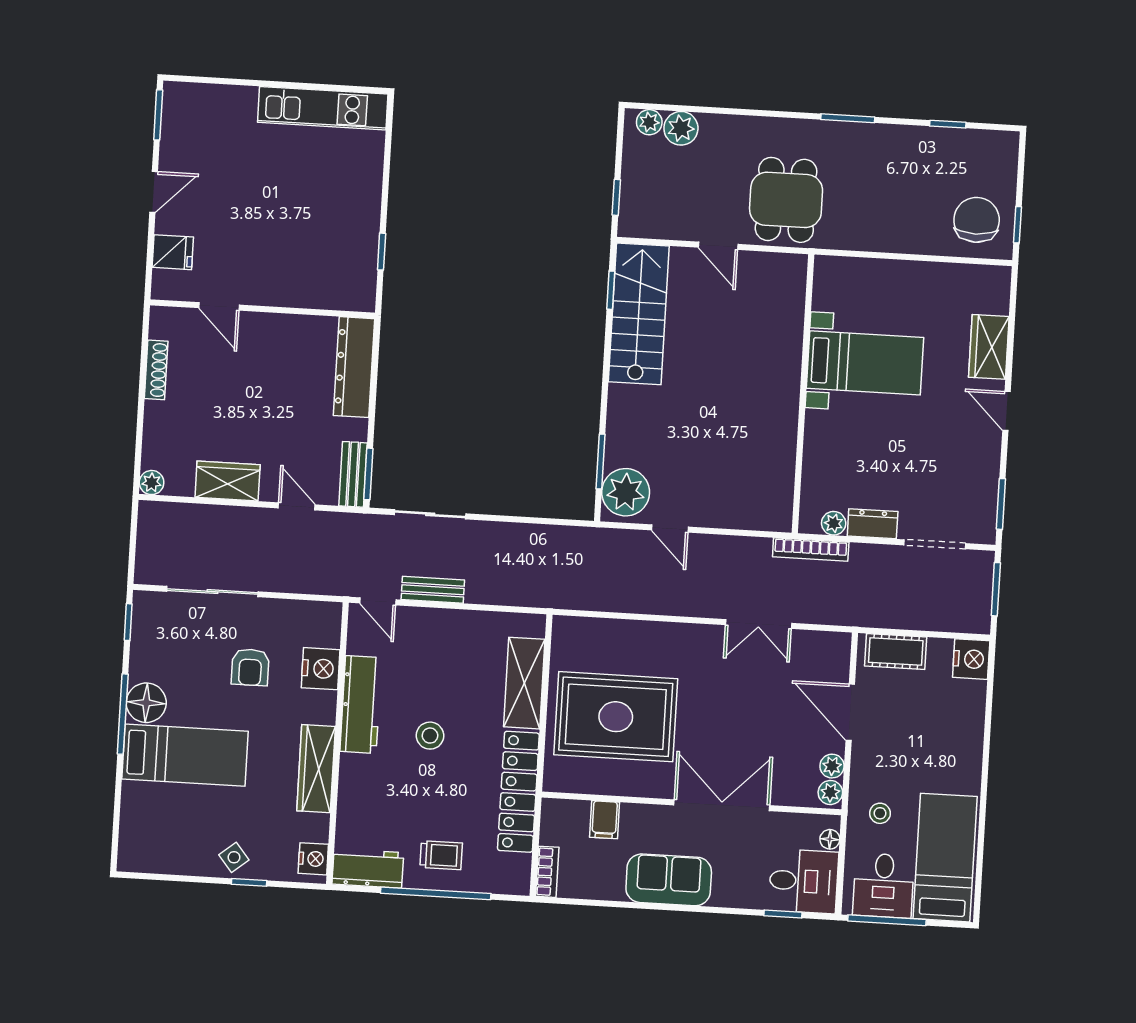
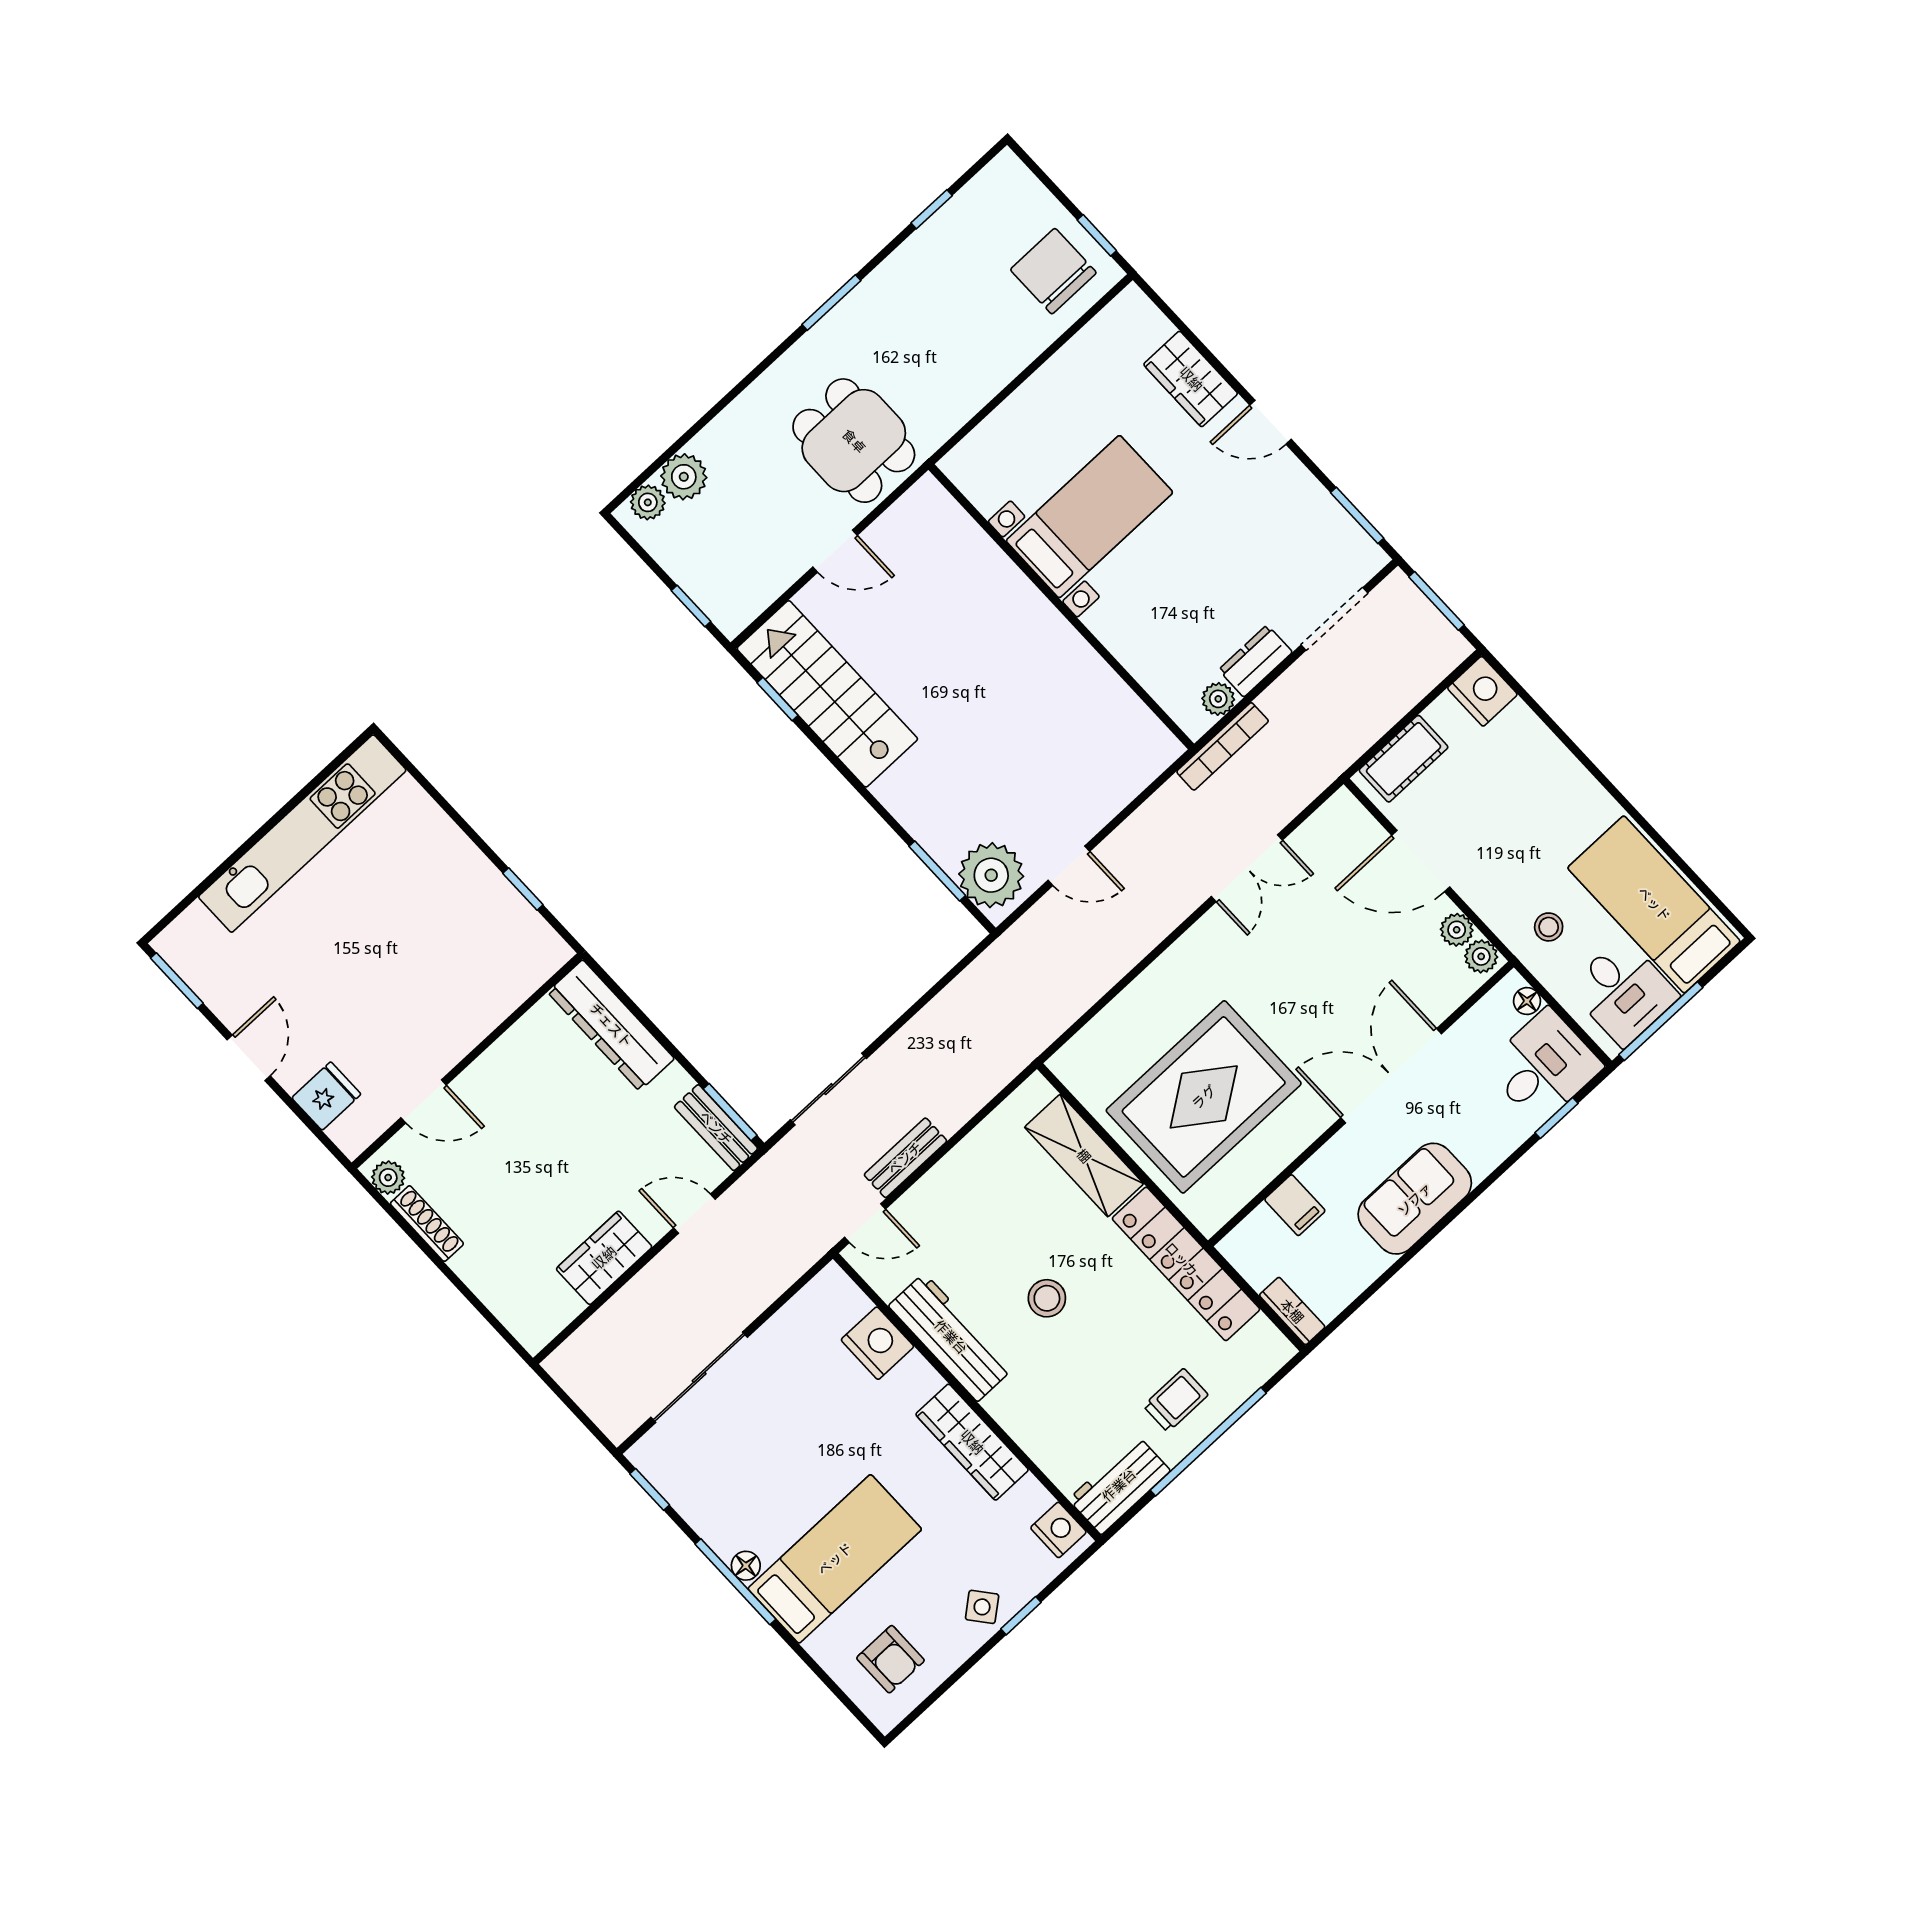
kitchen unit: (323, 108) -> (302, 834), width x1.36
plant: (152, 483) -> (388, 1178), moved
armchair: (250, 667) -> (890, 1659), moved
floor lamp: (146, 703) -> (746, 1566), width x0.53, depth x0.53

